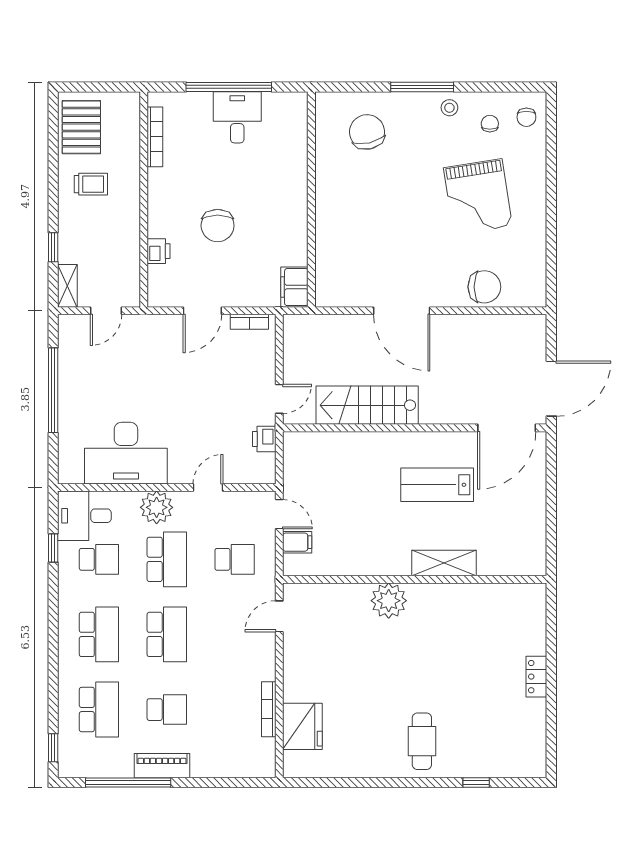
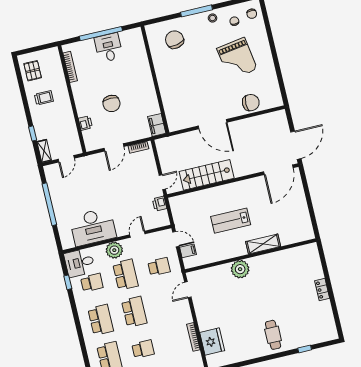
pallet: (81, 127) -> (33, 71), width x0.67, depth x0.71
lab bench: (437, 485) -> (231, 221), moved

